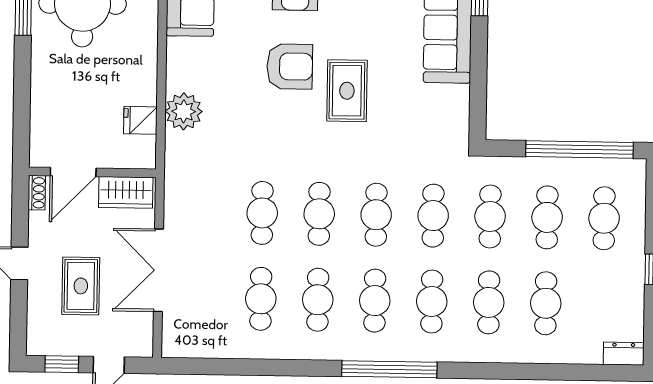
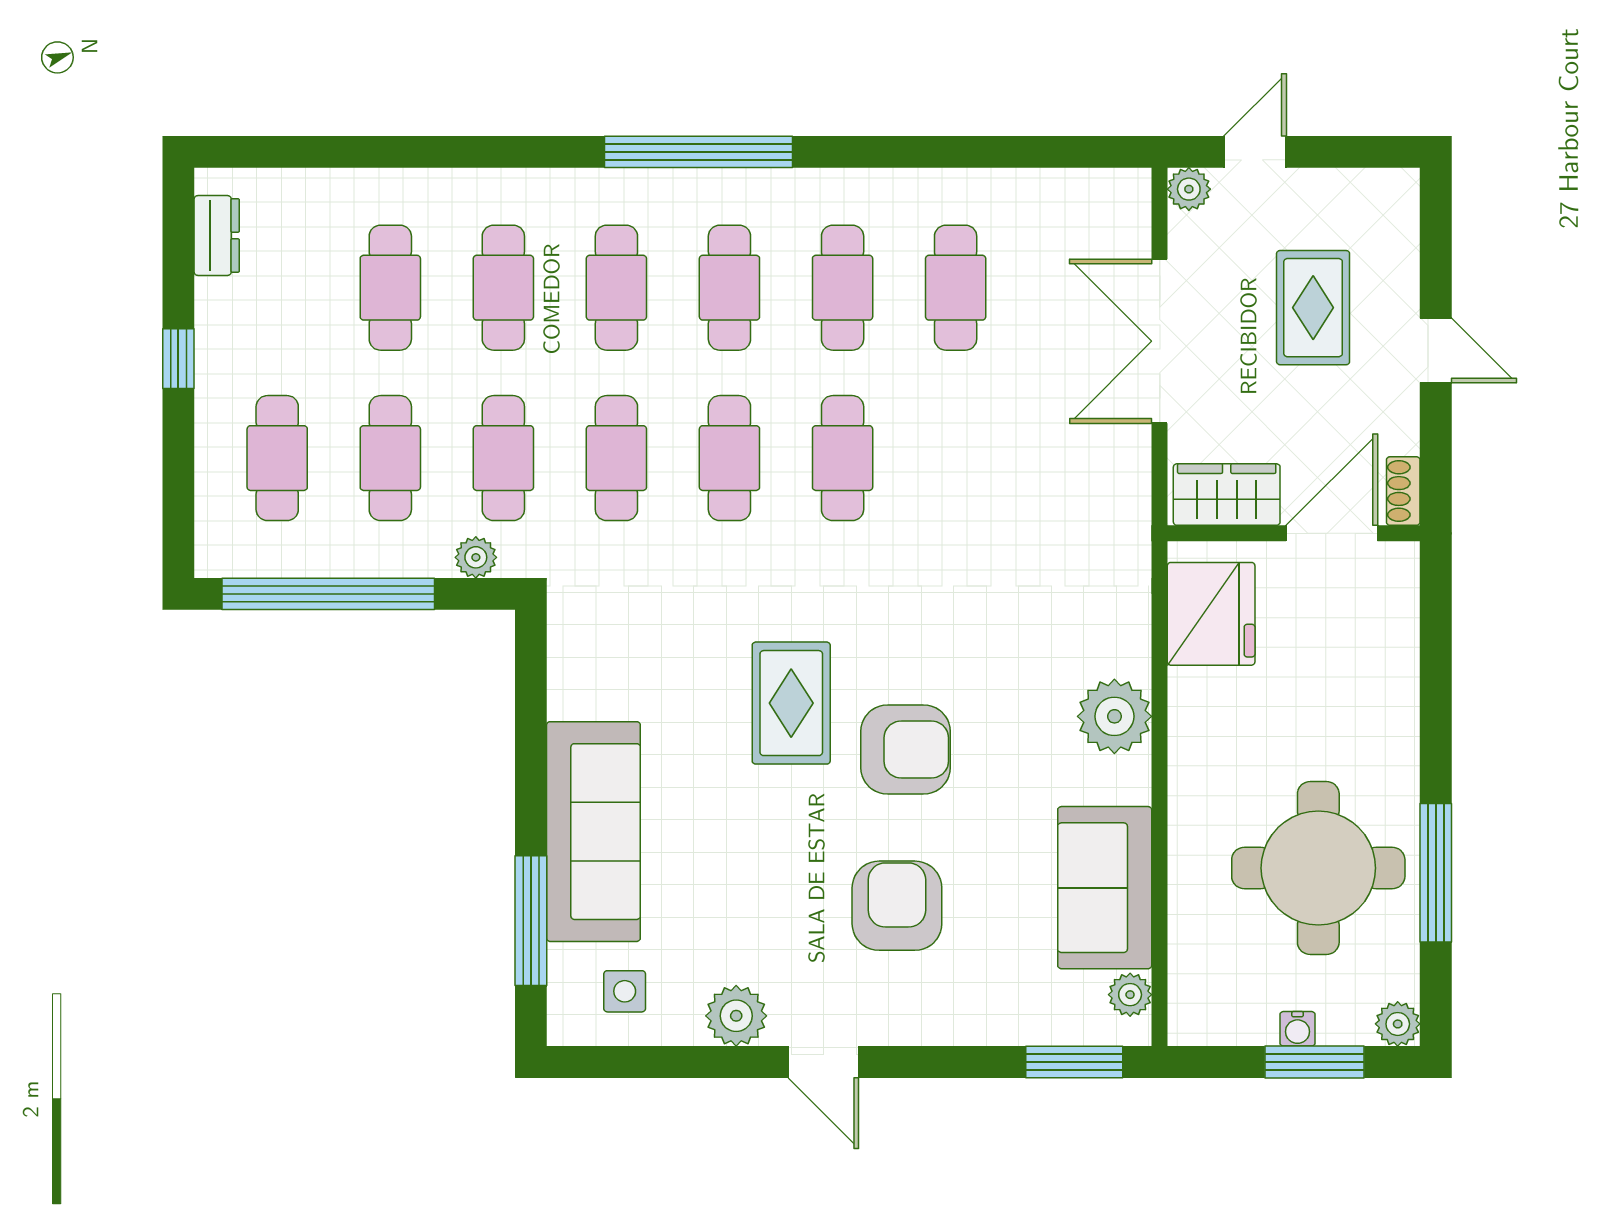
armchair: (290, 66) -> (906, 750), turned 180
plant: (184, 111) -> (1114, 716), moved
fridge: (140, 120) -> (1211, 614), width x1.88, depth x1.34
plant: (505, 167) -> (476, 557), added
cafe table: (262, 213) -> (956, 458), removed
double door: (158, 270) -> (1160, 341), swing flipped
plant: (142, 347) -> (1189, 189), added
dresser: (624, 354) -> (217, 235), moved, turned -90
window: (62, 364) -> (1348, 152), removed

